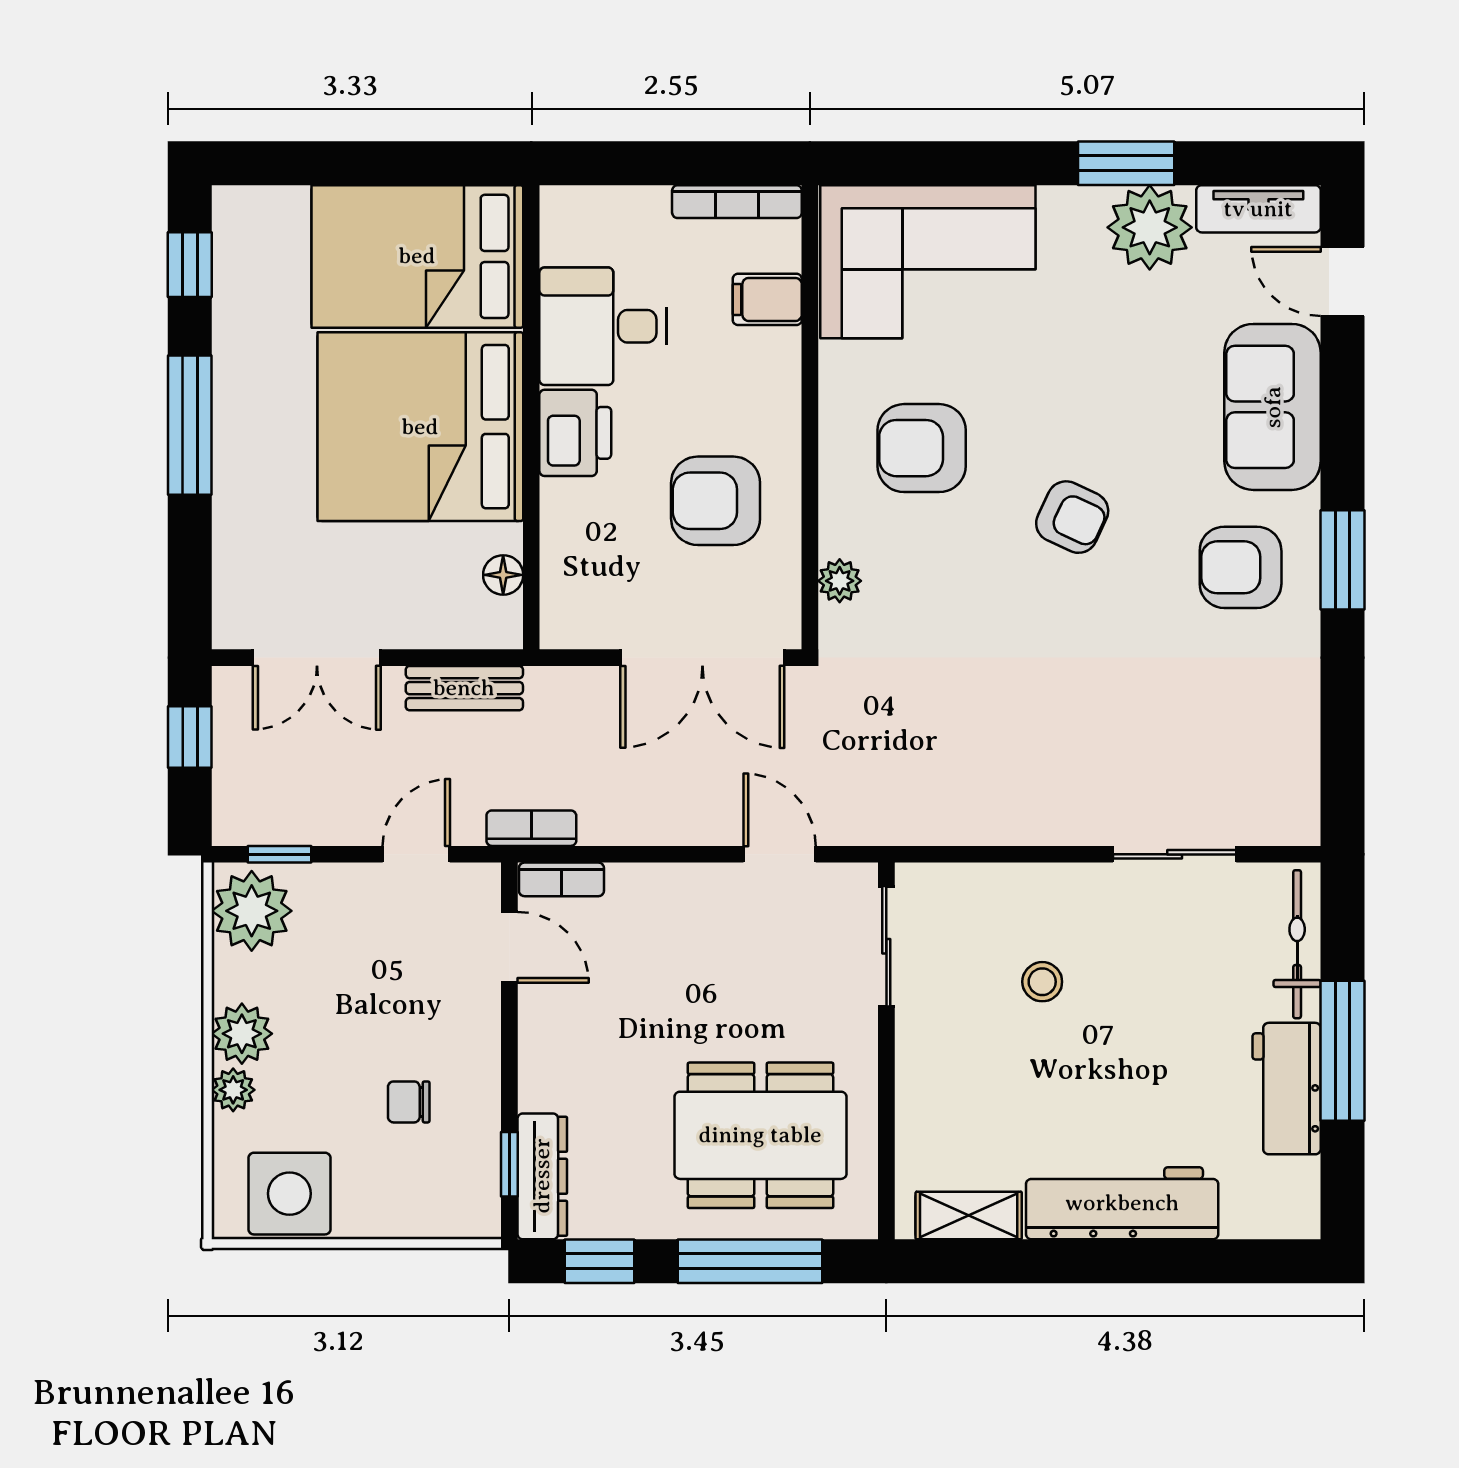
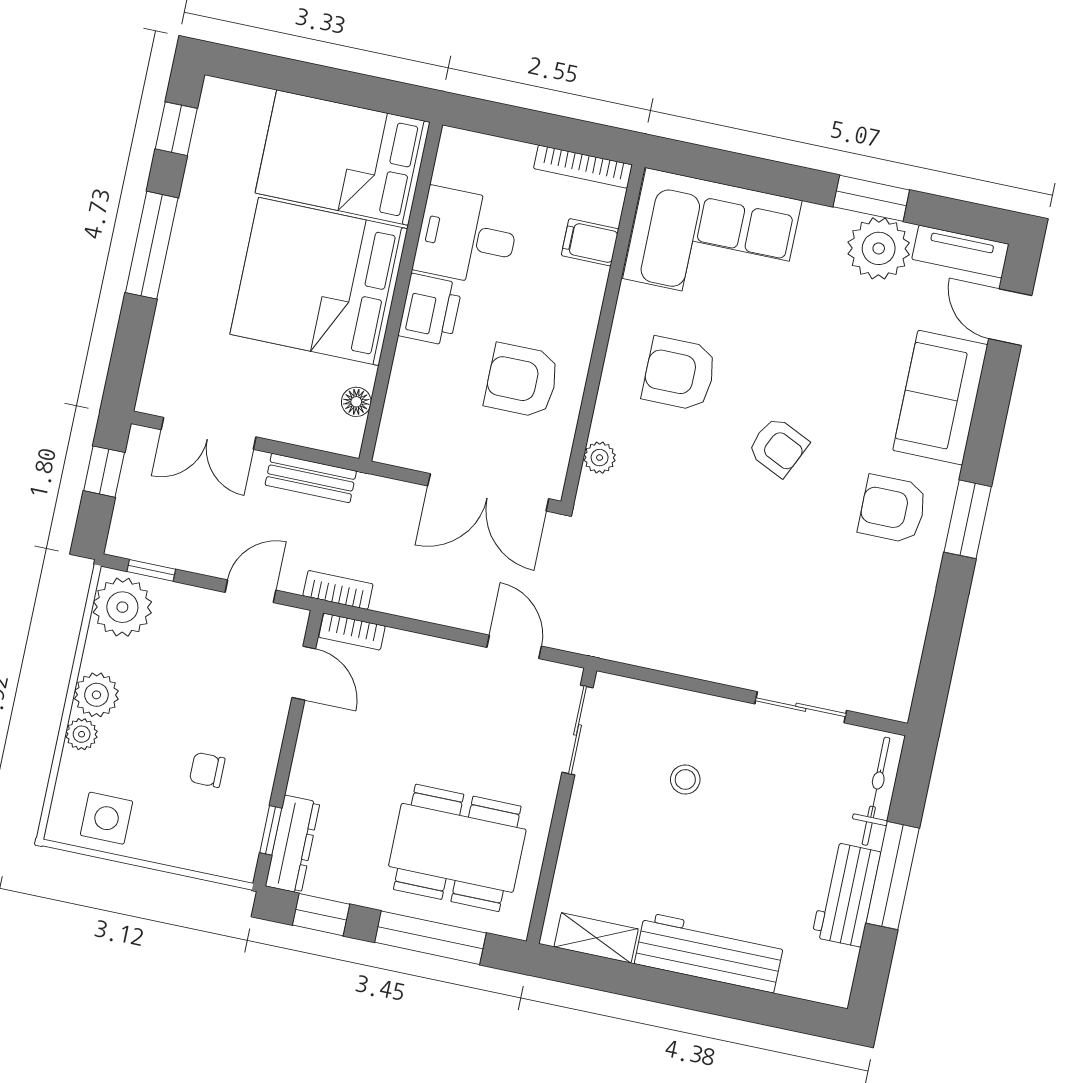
side table: (289, 1194) -> (107, 818), width x0.73, depth x0.73

